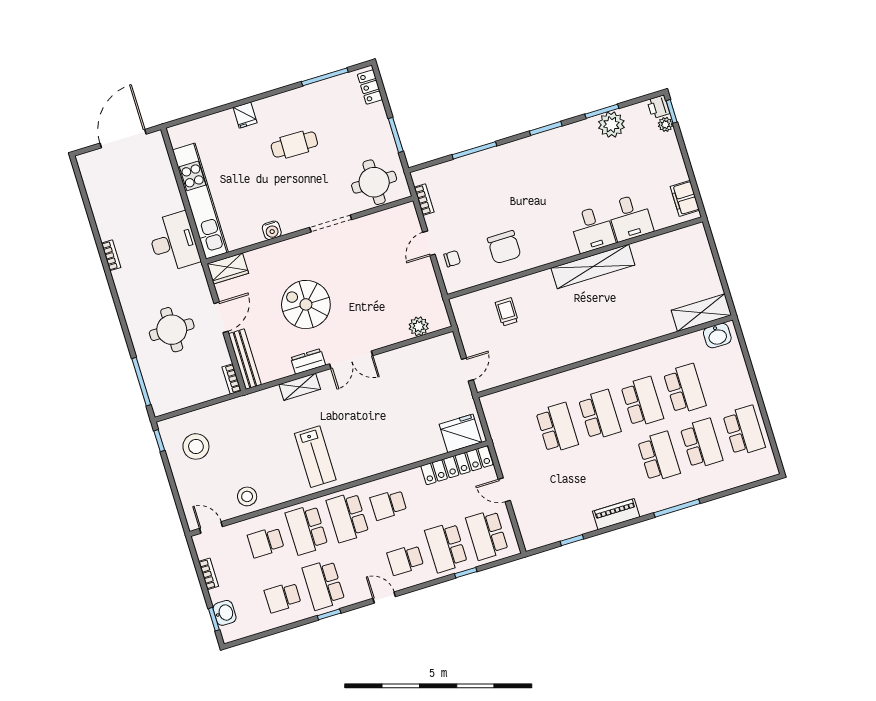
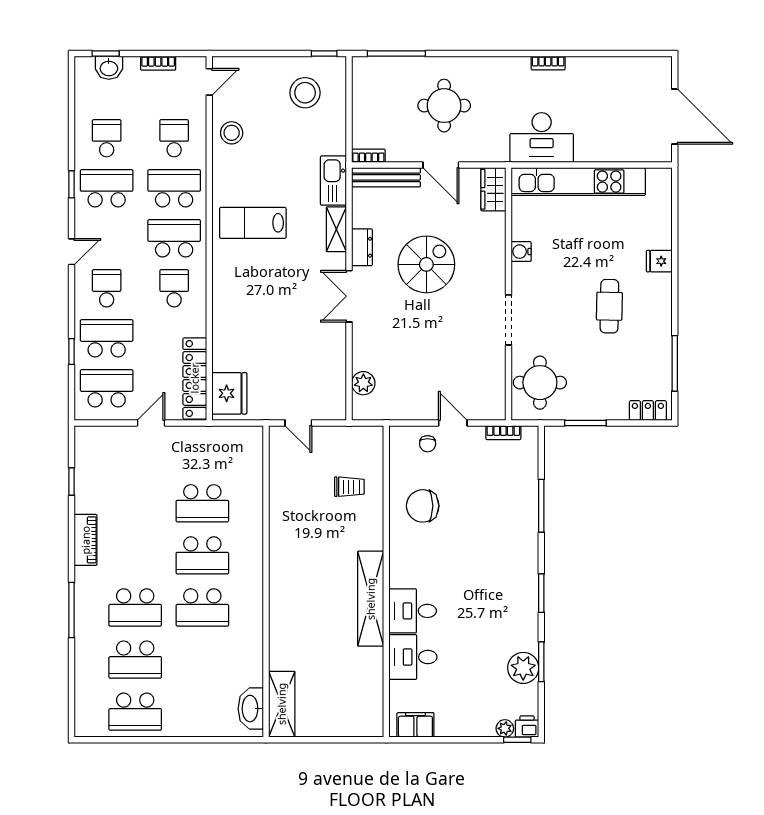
washbasin: (717, 336) -> (251, 709), width x1.38
school desk: (685, 389) -> (202, 660), removed
kitchen sink: (261, 401) -> (333, 181), added

